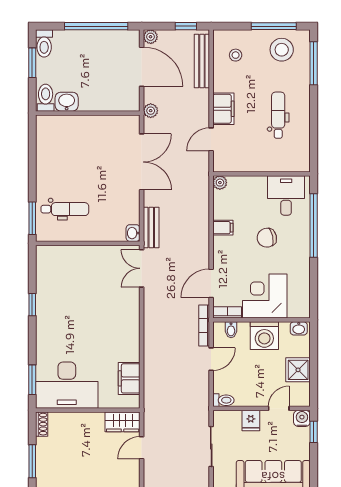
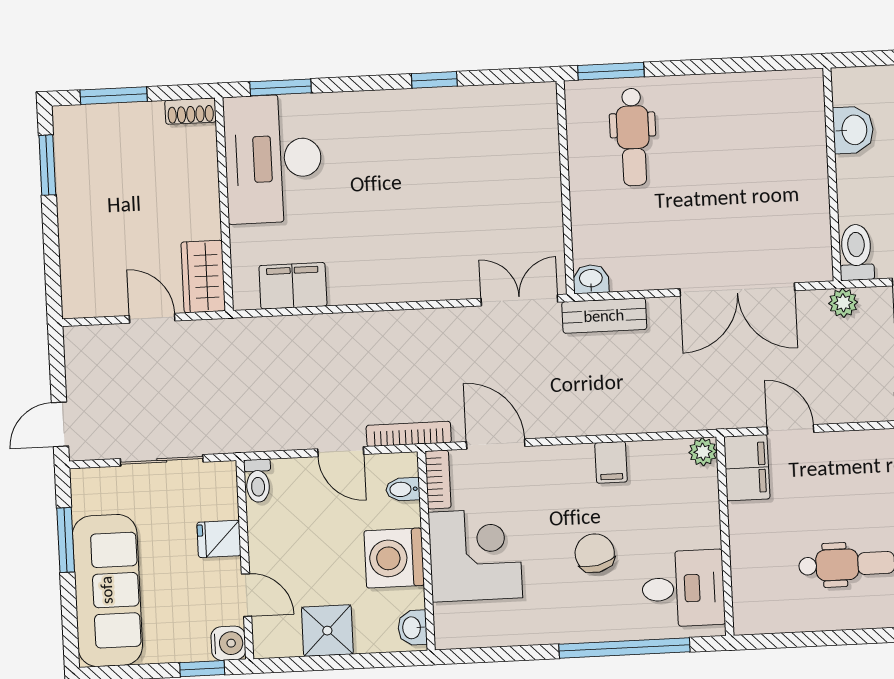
toilet: (46, 98) -> (856, 252), moved, turned -90
filing cabinet: (223, 109) -> (747, 468), moved, turned -90

